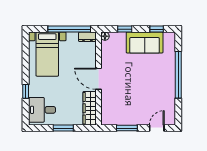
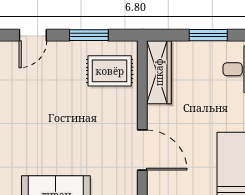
door: (98, 79) -> (142, 150), moved
rug: (116, 109) -> (110, 71), added

